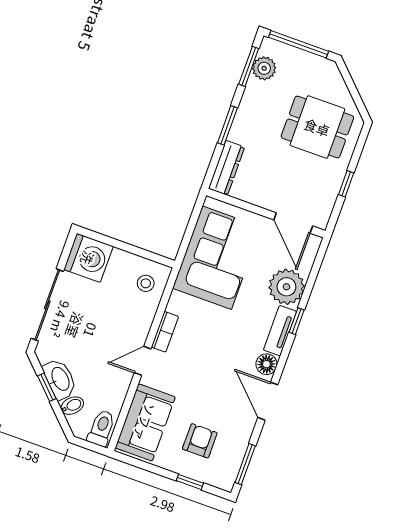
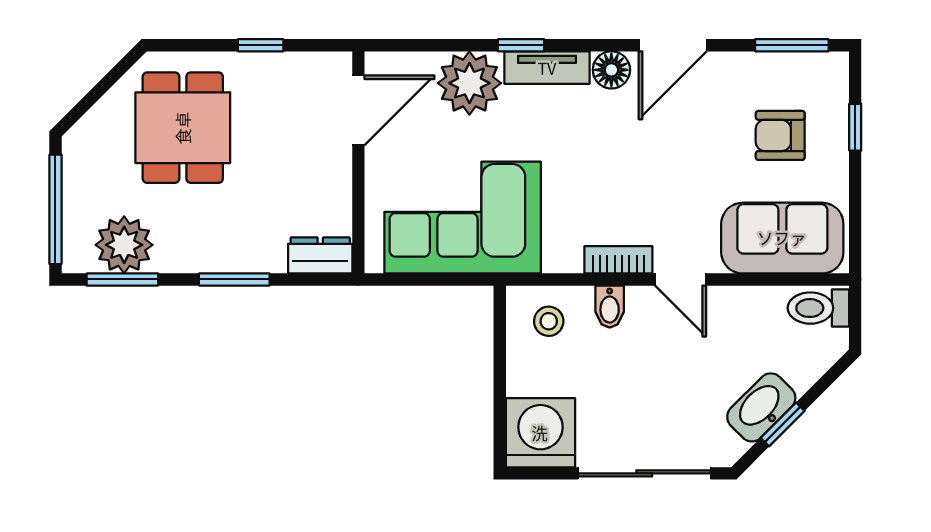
plant: (264, 68) -> (124, 245), width x1.36, depth x1.36
dresser: (227, 168) -> (320, 255), width x0.70
bidet: (72, 406) -> (610, 307), moved, turned -135

